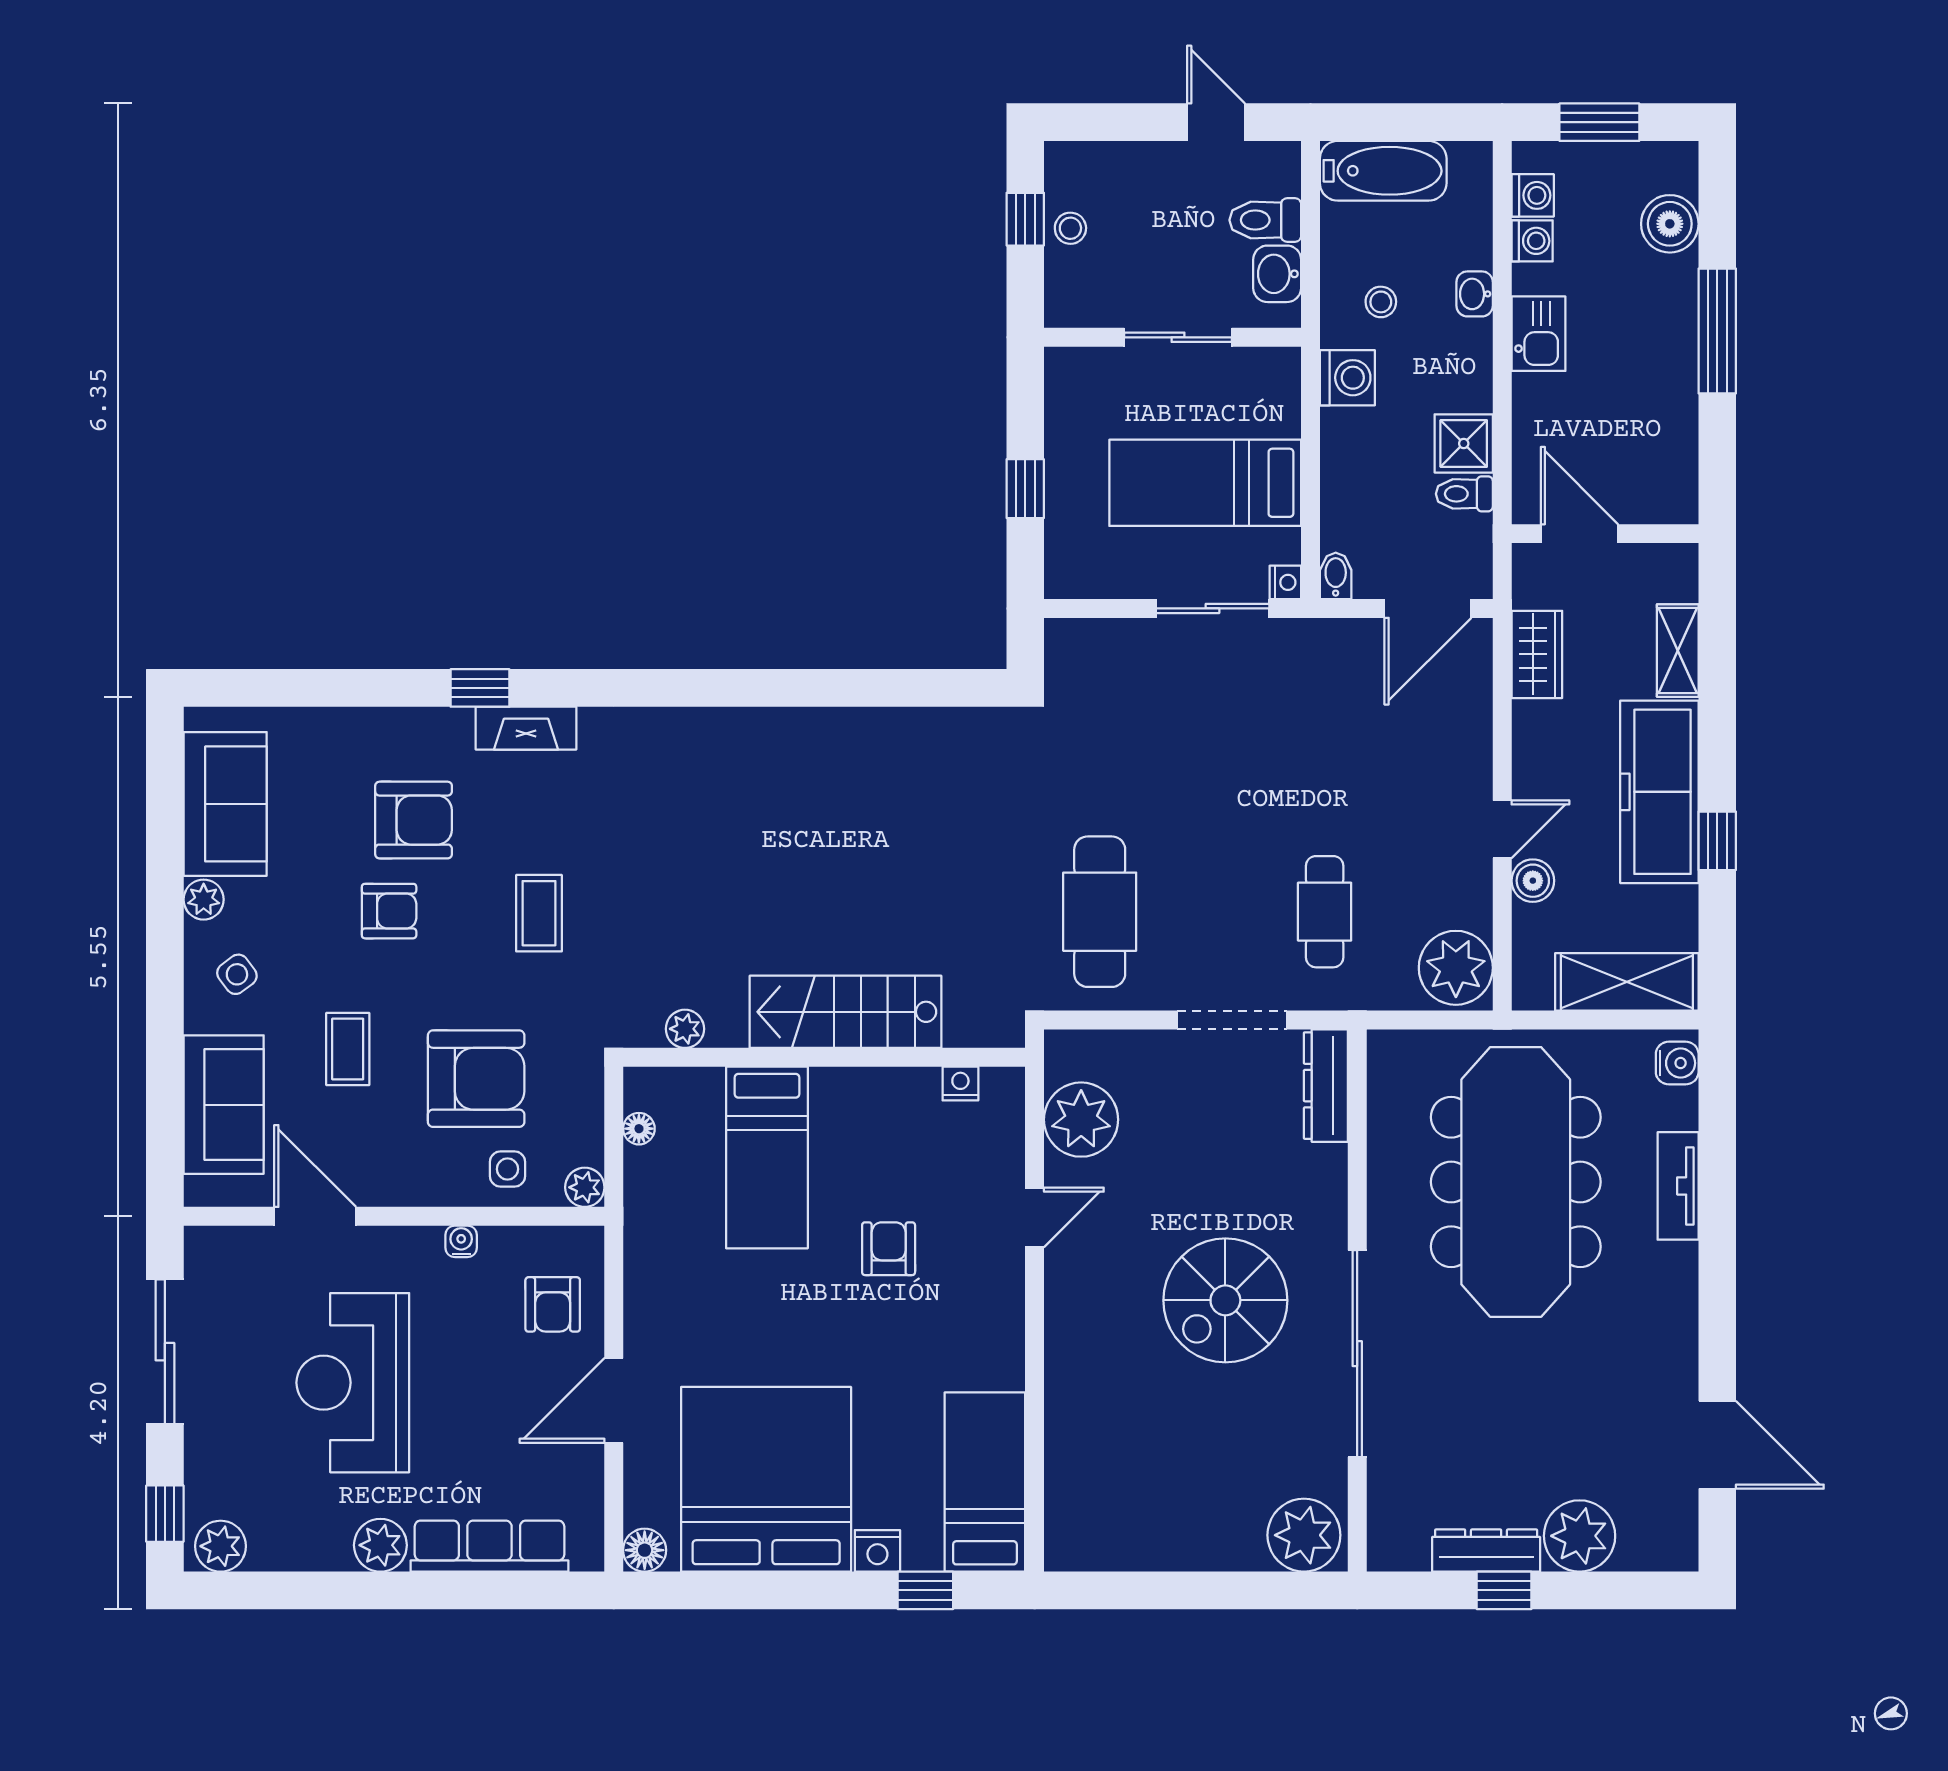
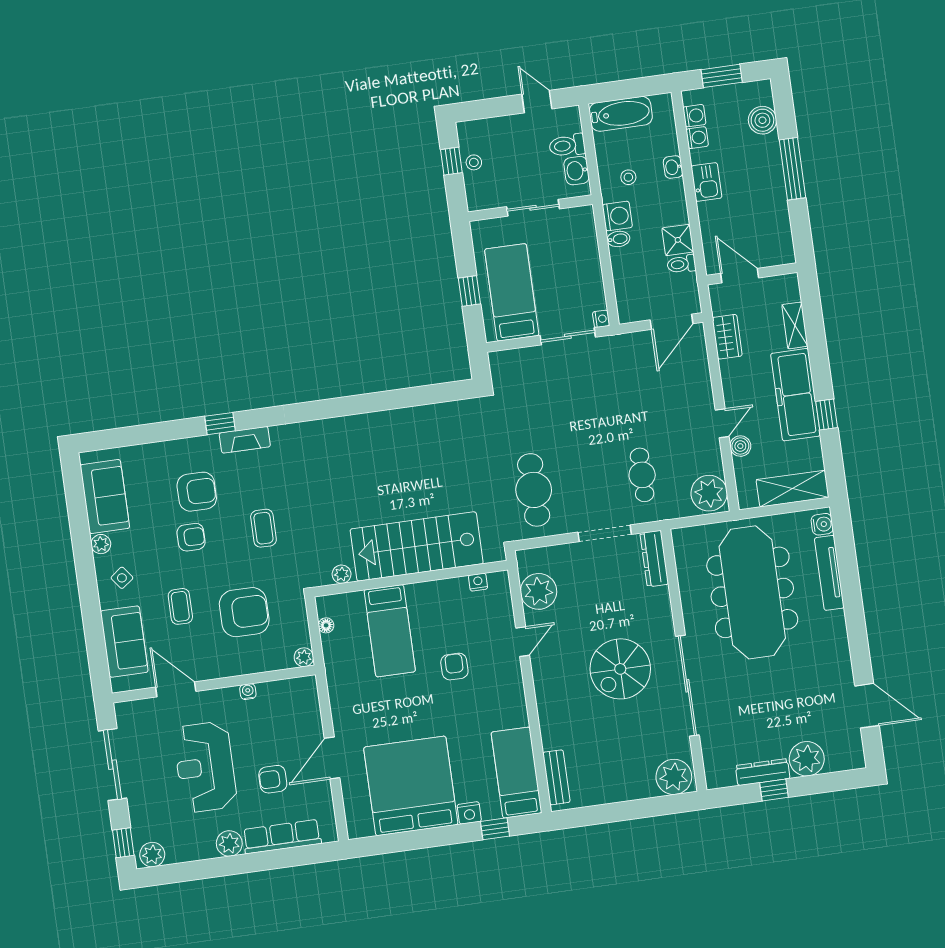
bed: (1205, 483) -> (512, 292), moved, turned 90
bidet: (1336, 576) -> (618, 239), moved, turned 90
stairs: (846, 1012) -> (417, 546), width x1.36, depth x1.51
side table: (507, 1169) -> (265, 654), removed
tv unit: (1678, 1186) -> (829, 573), width x1.41
armchair: (553, 1304) -> (273, 779), moved, turned 90
bench: (1065, 1503) -> (556, 777), added
floor lamp: (645, 1550) -> (357, 828), removed

